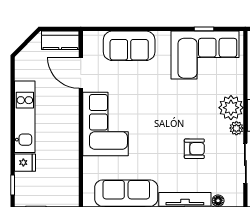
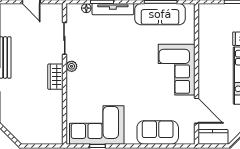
plant: (231, 108) -> (76, 83), removed
armchair: (194, 149) -> (105, 50), removed

